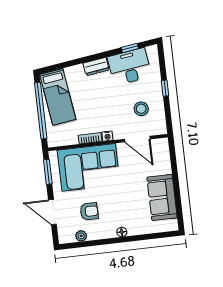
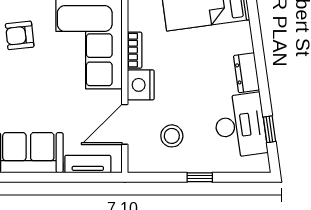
nightstand: (107, 136) -> (141, 85), width x1.89, depth x1.79
tv unit: (165, 159) -> (88, 164), added
armchair: (89, 211) -> (20, 35), turned 84

